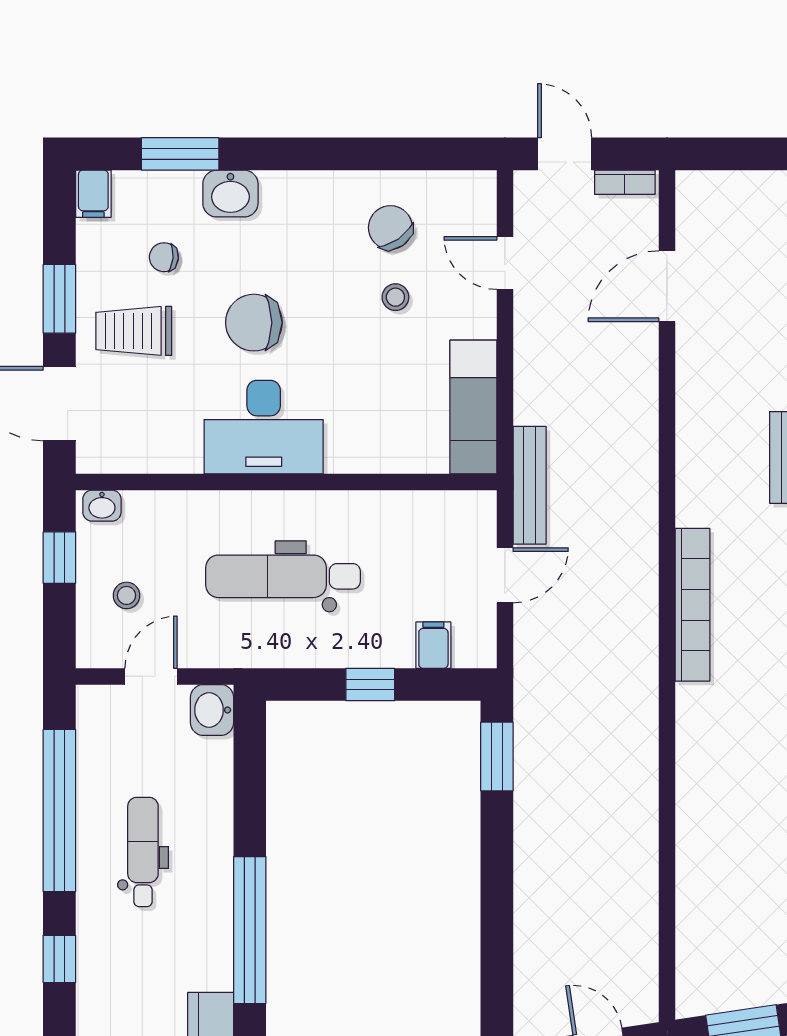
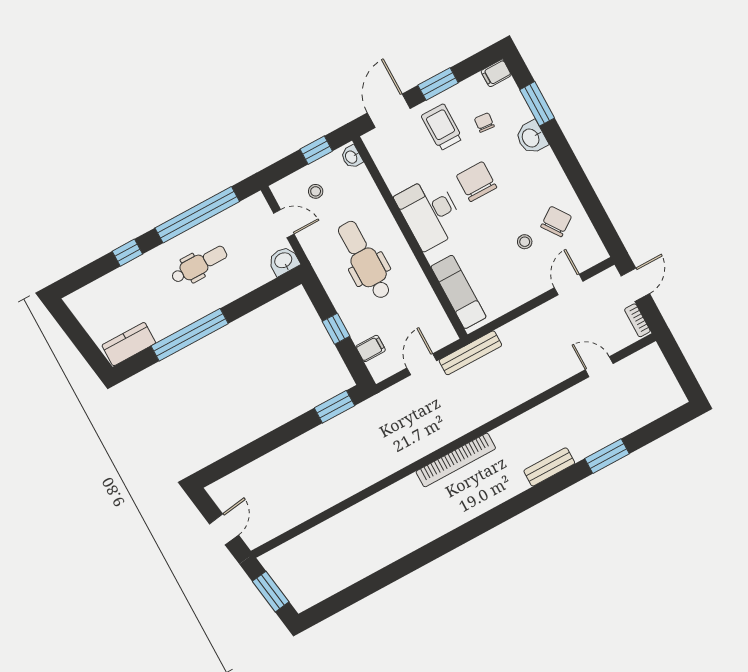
door: (667, 286) -> (599, 367), width x0.73
exam couch: (473, 407) -> (459, 292), moved, turned 90
door: (505, 575) -> (422, 364), swing flipped

